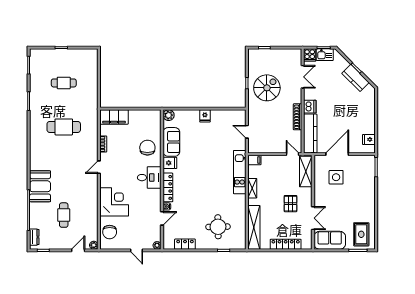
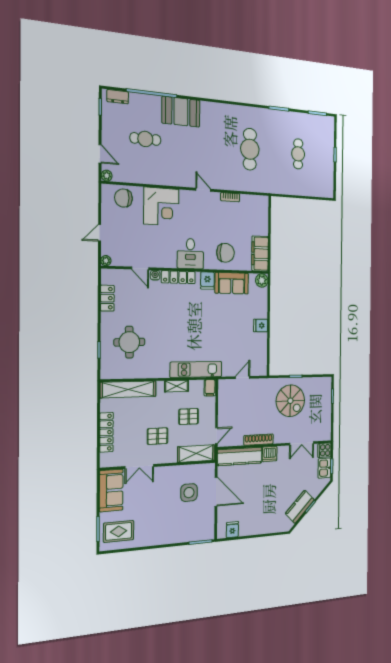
filing cabinet: (114, 117) -> (260, 254), moved
pallet: (276, 178) -> (189, 416), added

